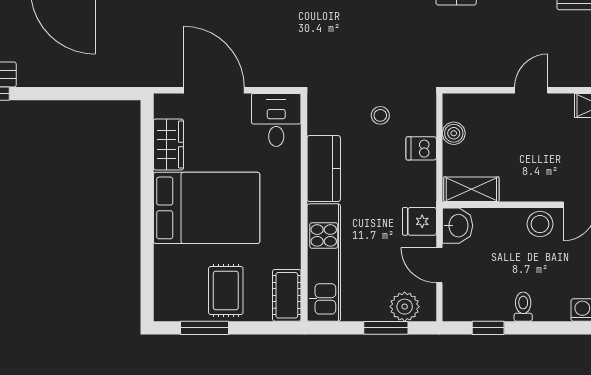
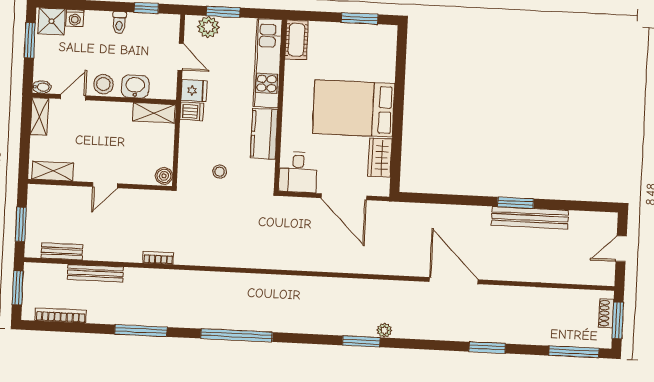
boiler: (454, 133) -> (164, 176), moved
dishwasher: (421, 148) -> (192, 111), moved
washbasin: (458, 226) -> (135, 87), moved, turned 90
rug: (226, 290) -> (342, 46), removed

